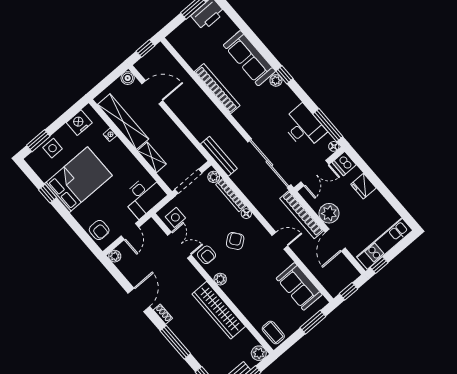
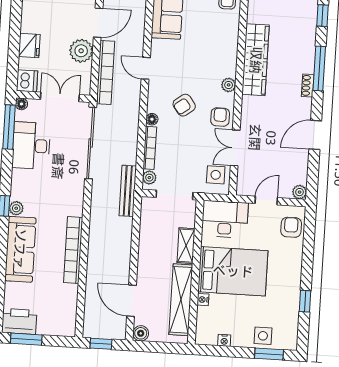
nightstand: (79, 123) -> (224, 340), width x0.53, depth x0.56
bed: (78, 180) -> (233, 271), moved, turned 180
shoe rack: (163, 314) -> (308, 85), moved

